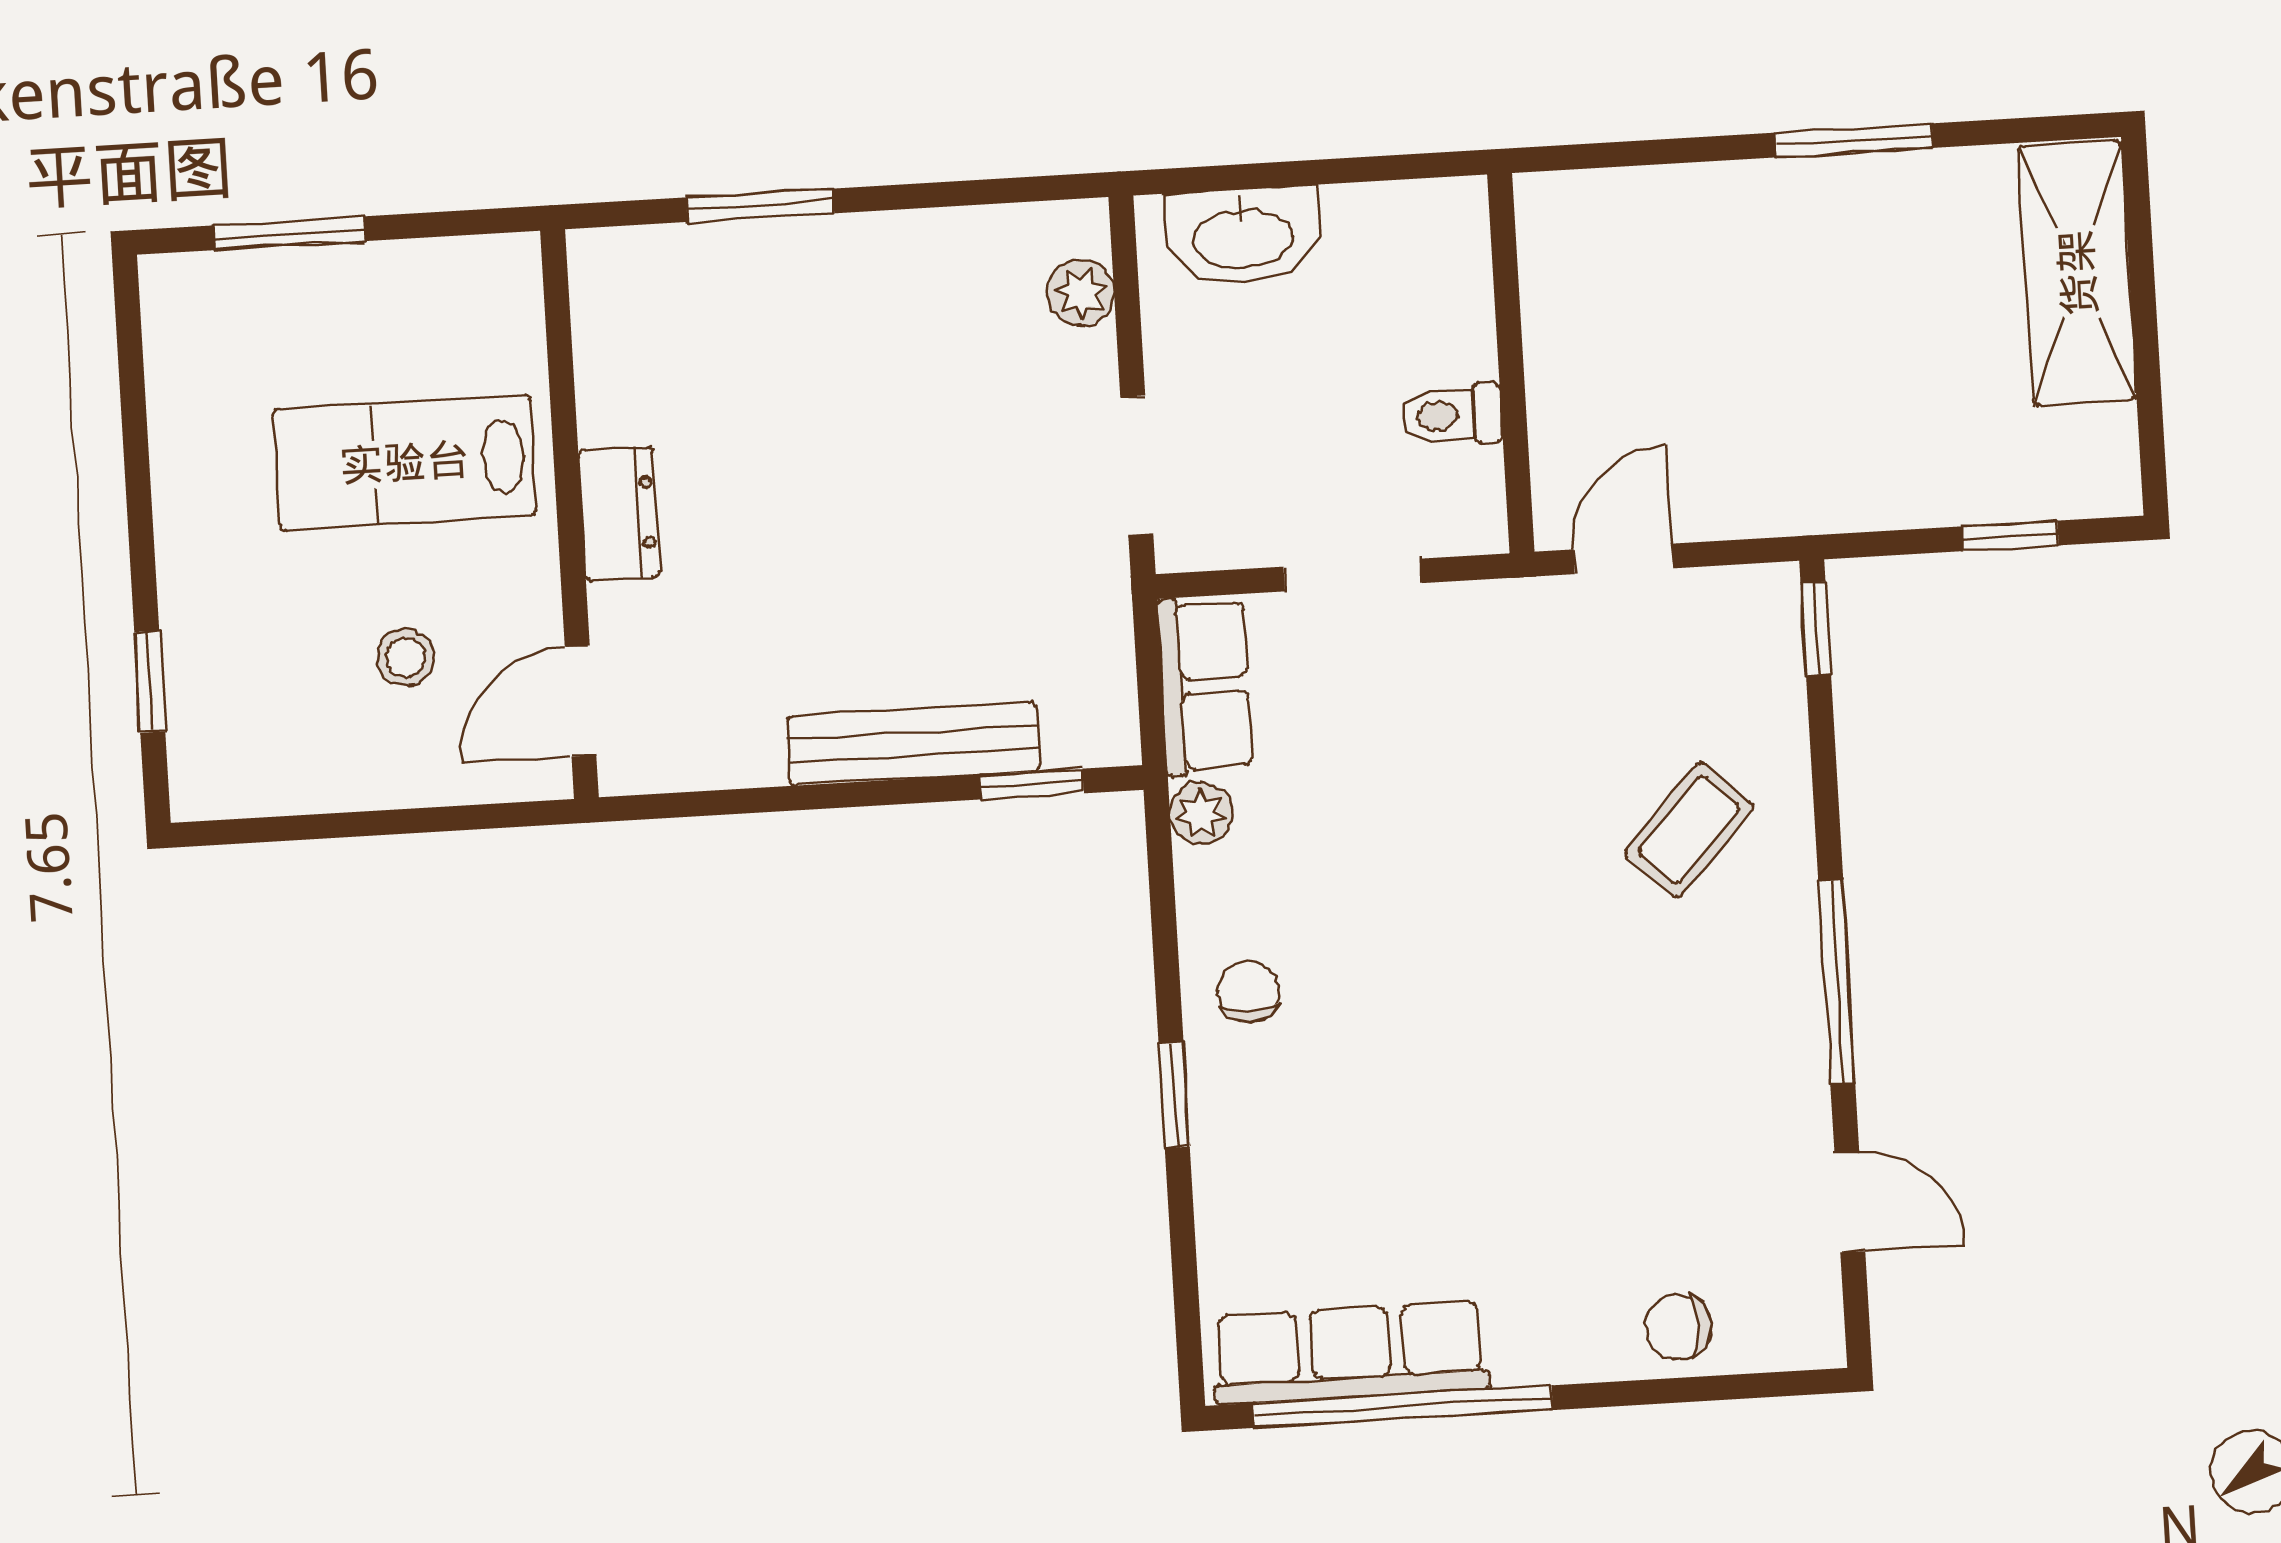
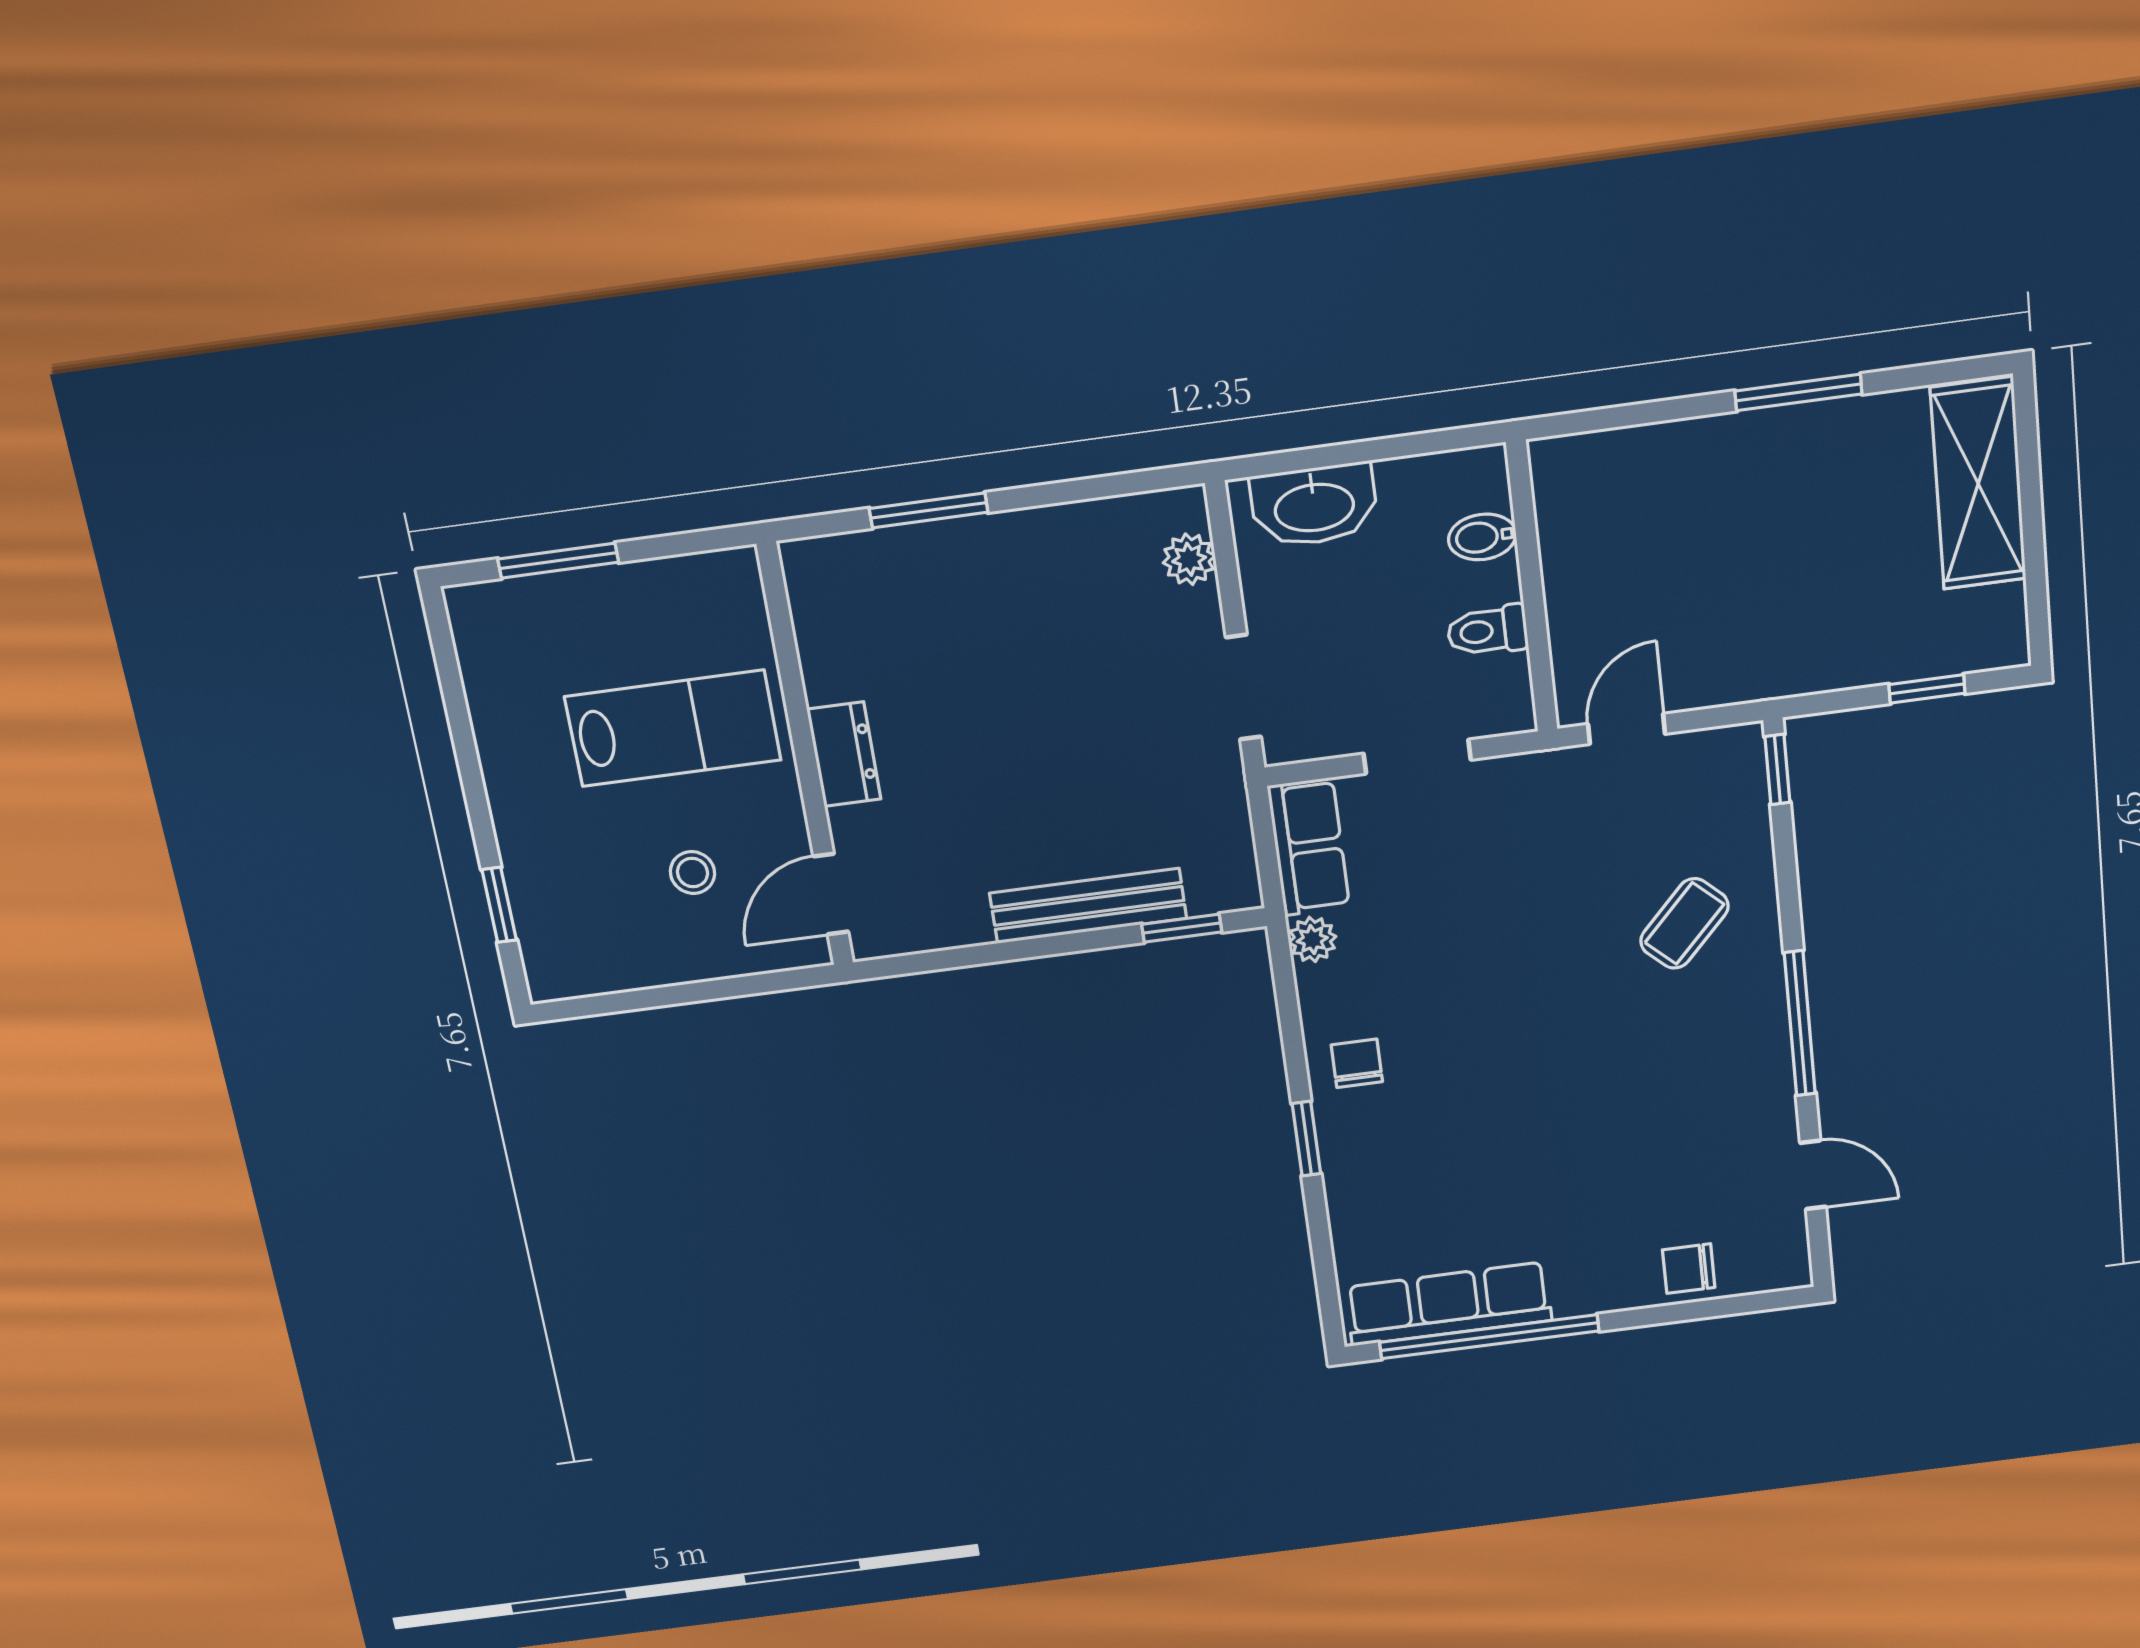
bidet: (1451, 293) -> (1482, 537), added
lab bench: (405, 462) -> (673, 728), turned 180

